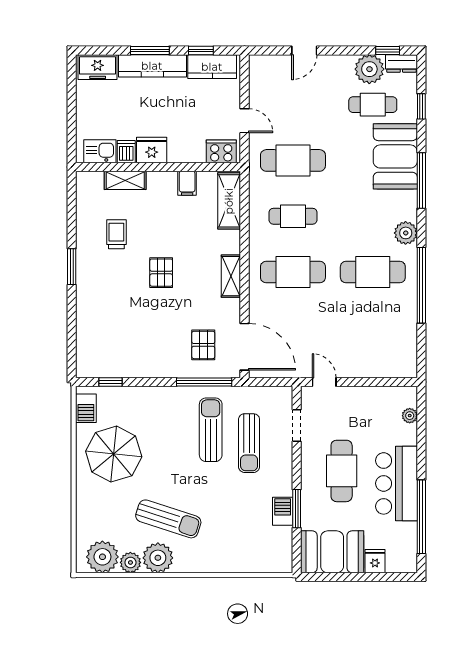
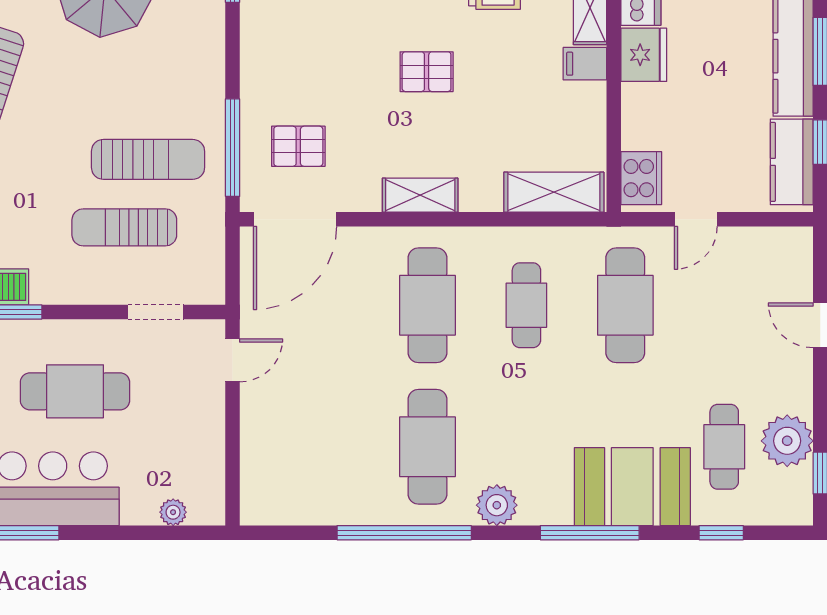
dresser: (401, 63) -> (797, 498), removed
filing cabinet: (187, 183) -> (585, 64), moved

